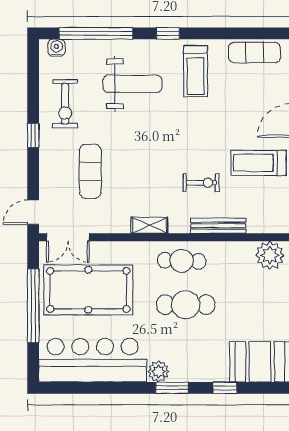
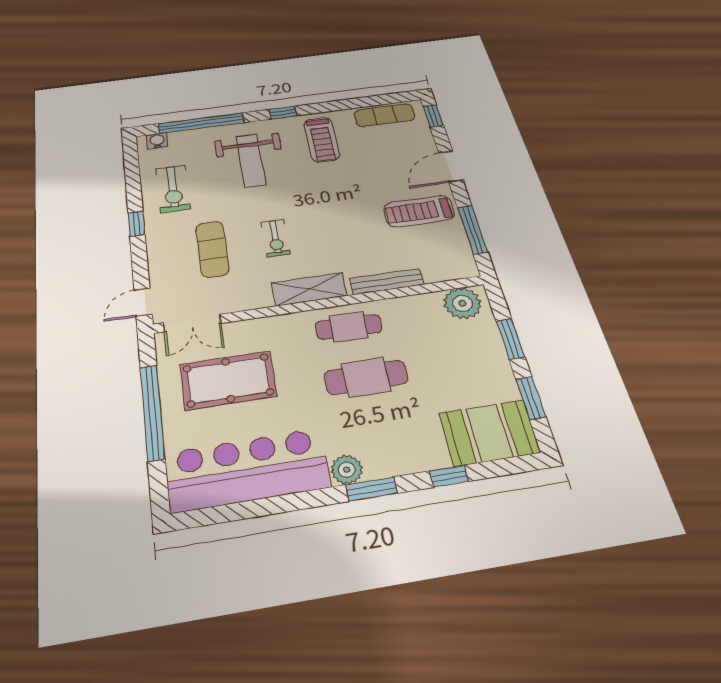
weight bench: (132, 84) -> (251, 160), turned 90
exercise bike: (201, 183) -> (275, 238), moved, turned 90
shelving: (149, 225) -> (309, 289), width x1.50, depth x1.33
pool table: (88, 290) -> (228, 380), width x0.73, depth x0.76

